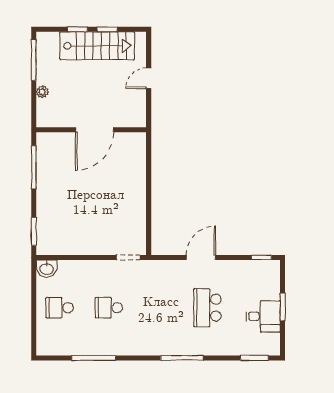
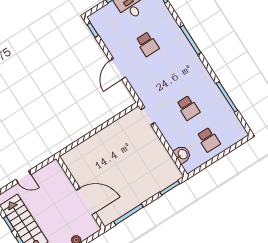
door: (95, 130) -> (86, 201), moved
door: (201, 257) -> (118, 69), hinge flipped
washbasin: (46, 269) -> (182, 154), moved
school desk: (207, 308) -> (147, 44), width x0.54

